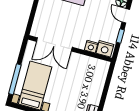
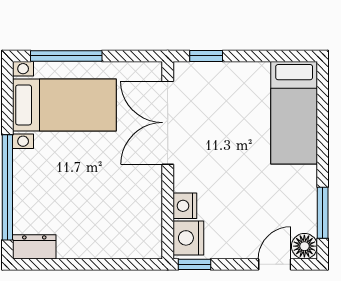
window: (31, 21) -> (206, 56), added
window: (120, 36) -> (194, 264), moved

